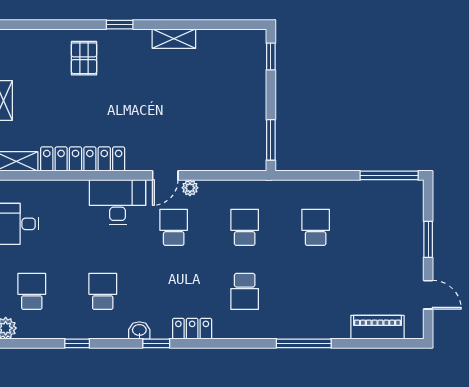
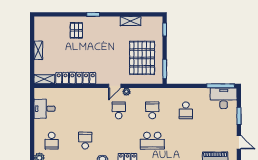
shelving: (174, 39) -> (130, 21), moved
pallet: (223, 117) -> (142, 58), added
desk: (118, 202) -> (224, 98), moved
school desk: (316, 227) -> (186, 110), turned 180
school desk: (32, 291) -> (52, 141), turned 180
school desk: (245, 291) -> (152, 141), width x1.85

